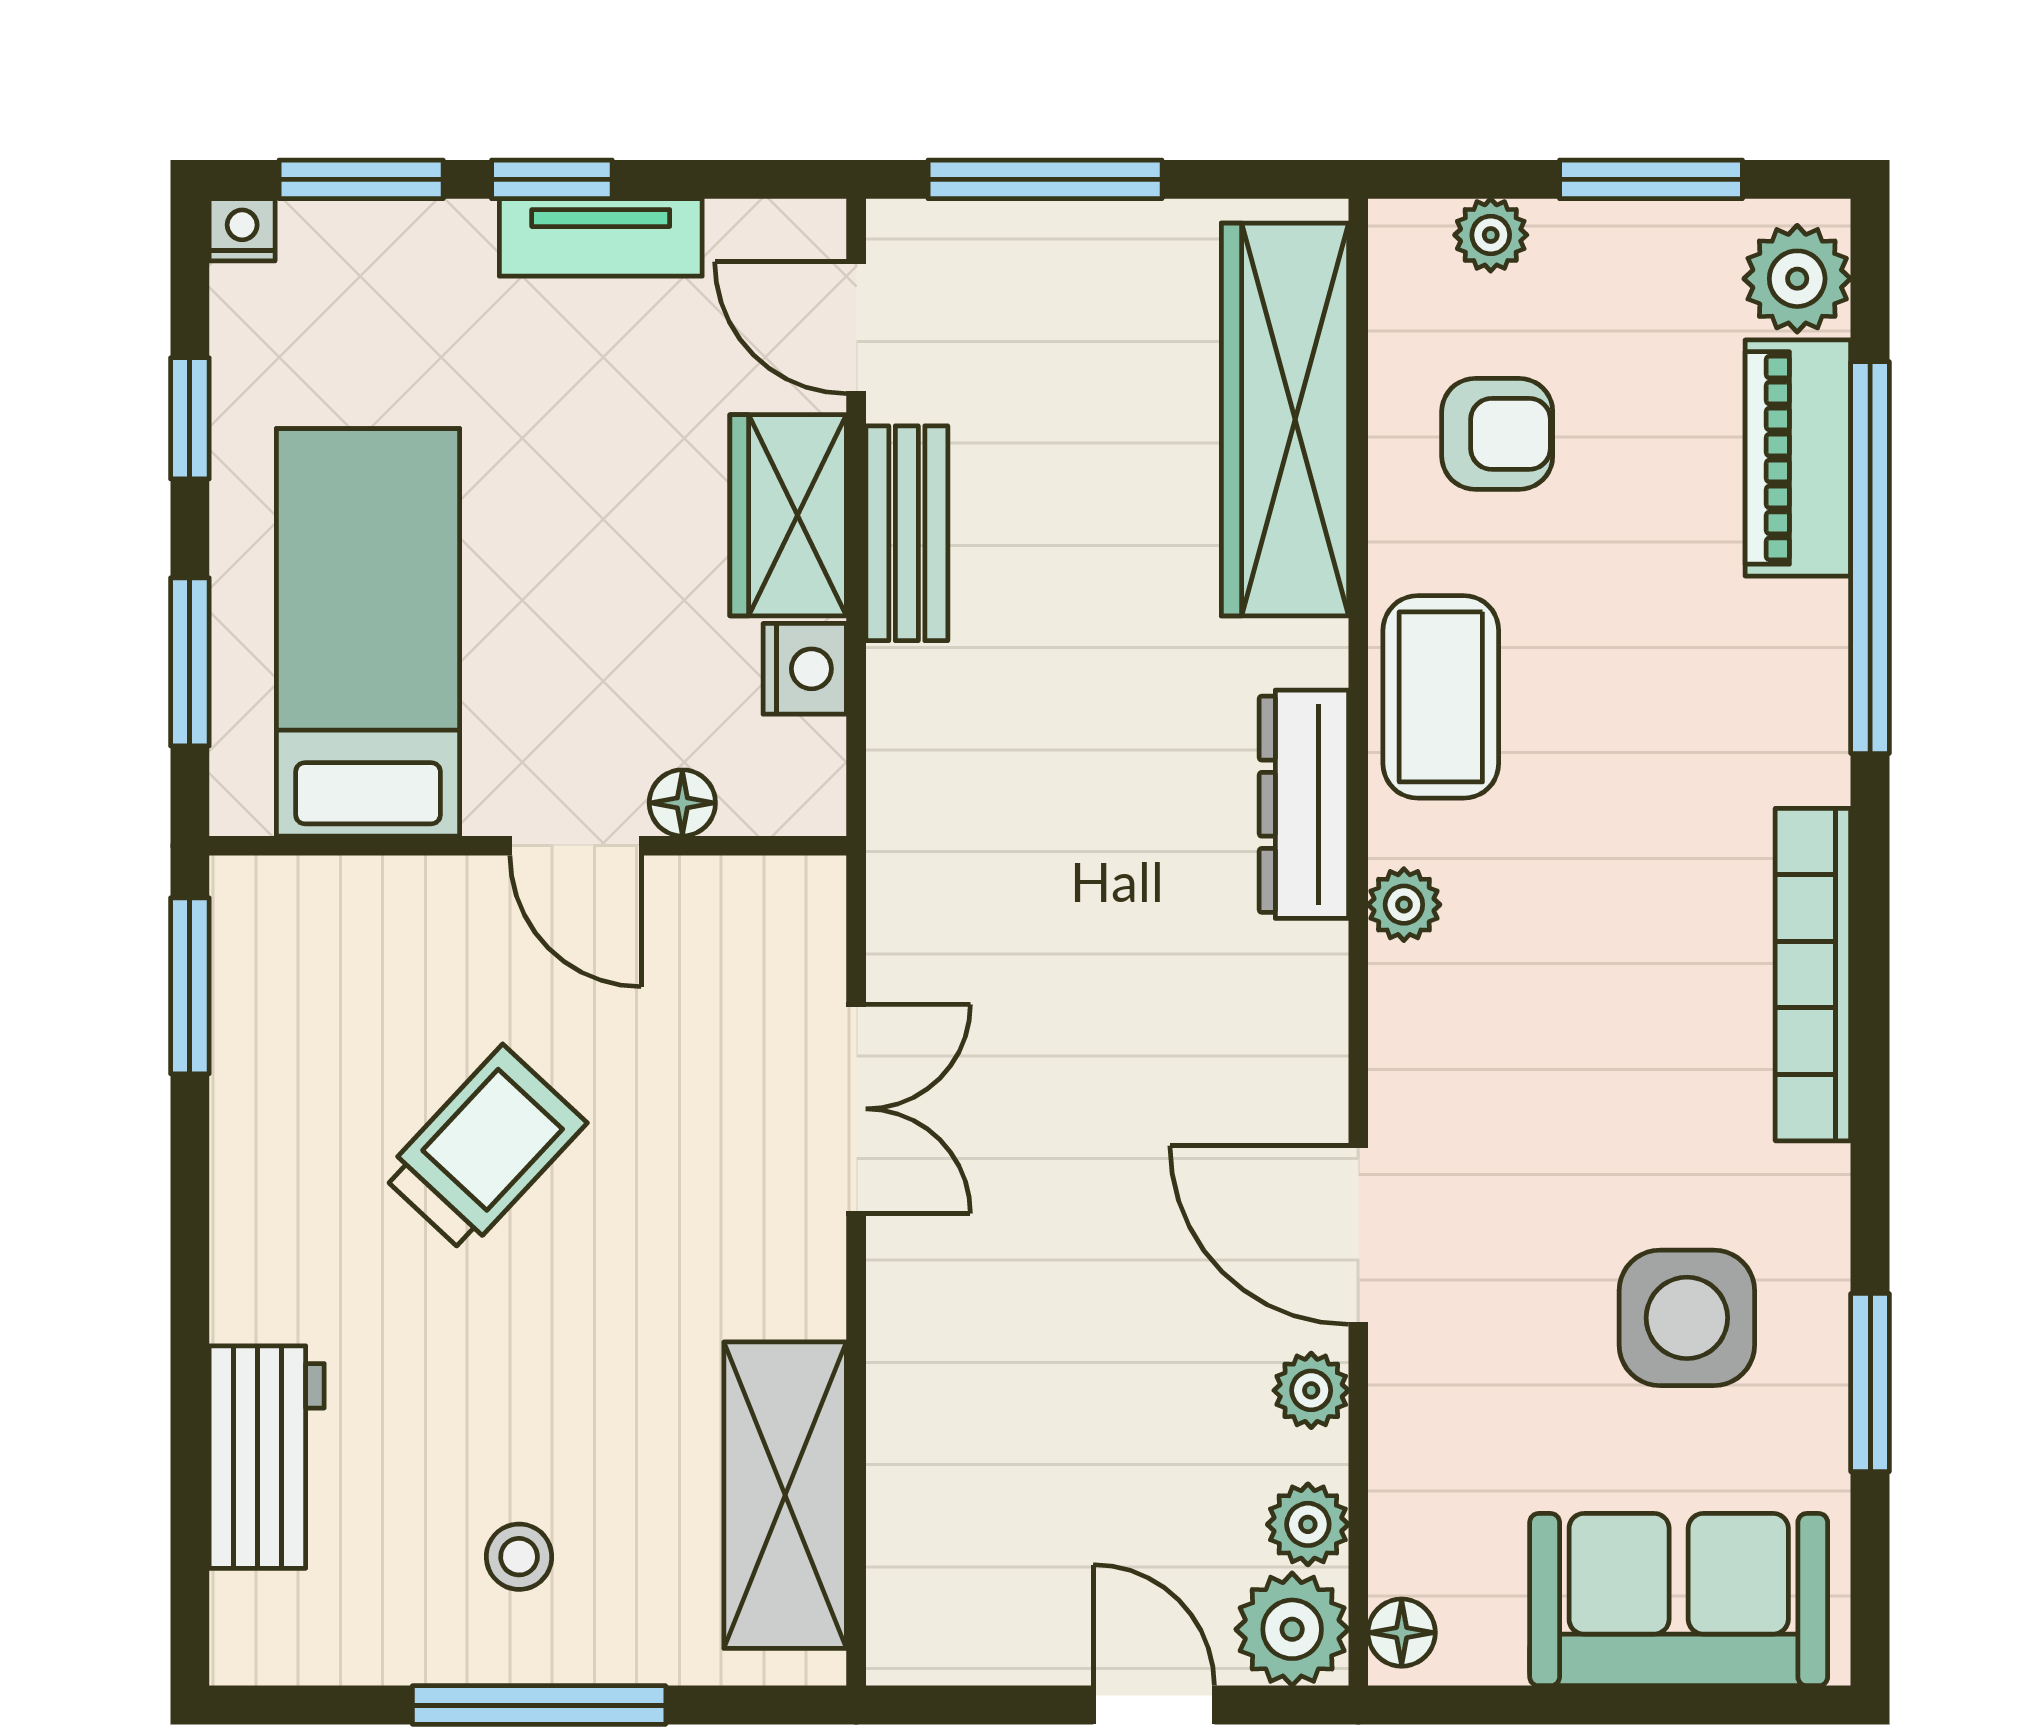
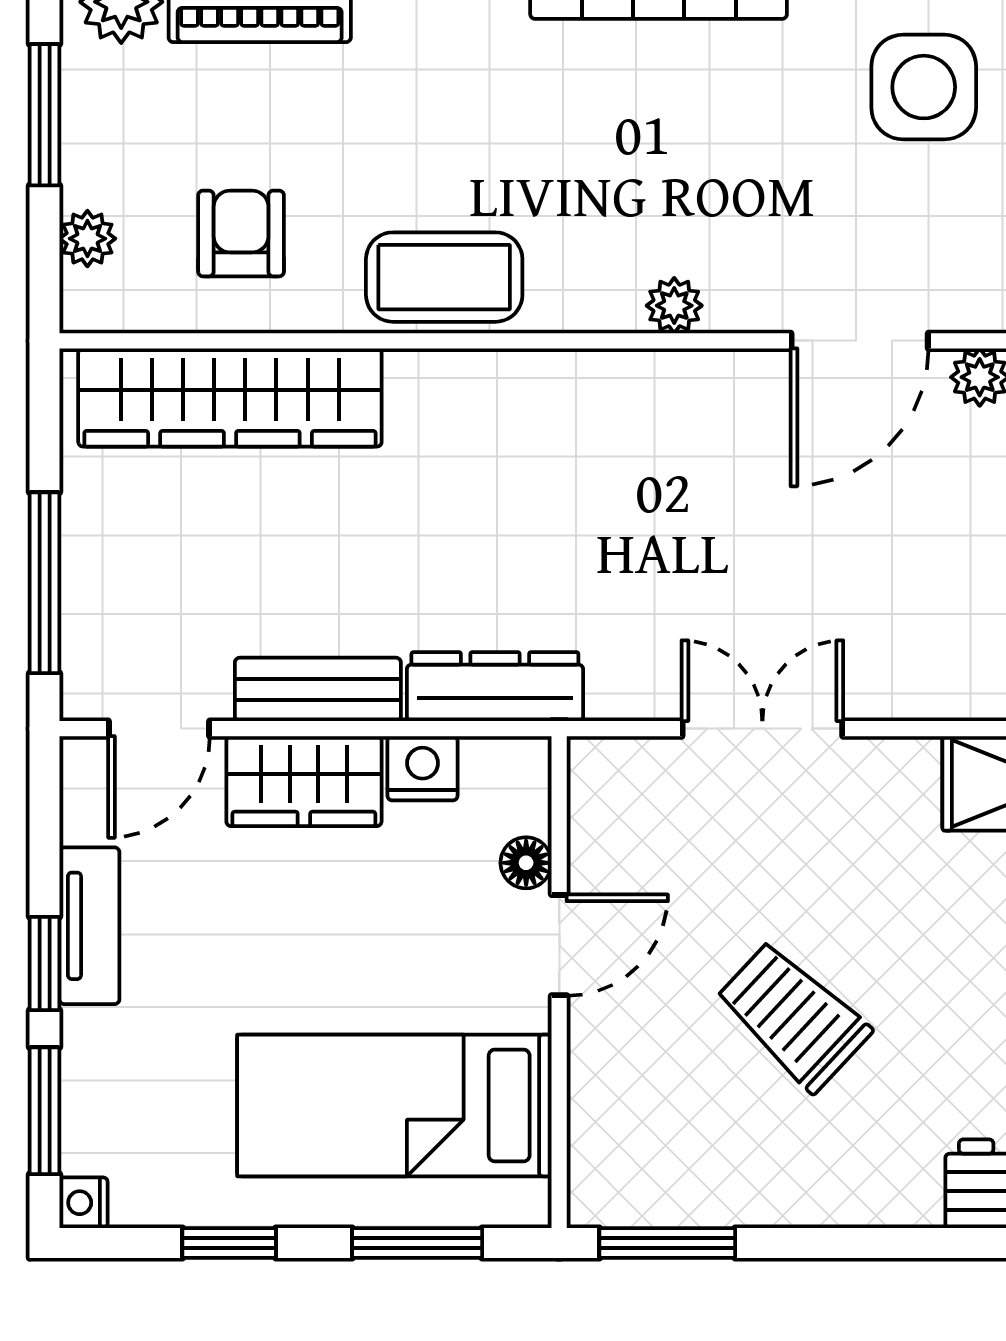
dresser: (1304, 804) -> (495, 687), moved, turned 180
plant: (1404, 905) -> (674, 306), moved

